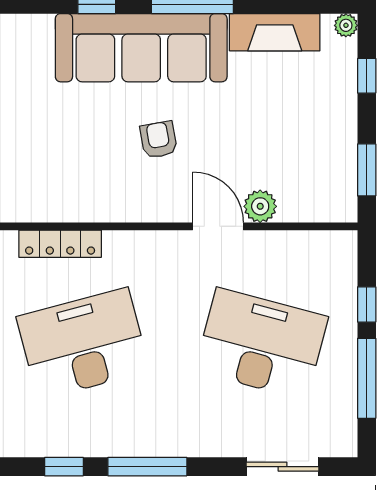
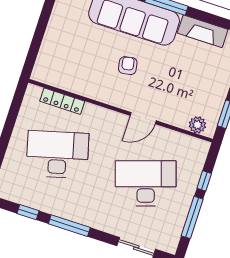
plant: (260, 206) -> (197, 125), moved
door: (218, 226) -> (143, 118), swing flipped
desk: (261, 344) -> (146, 183), turned -33

